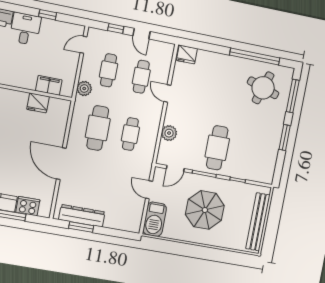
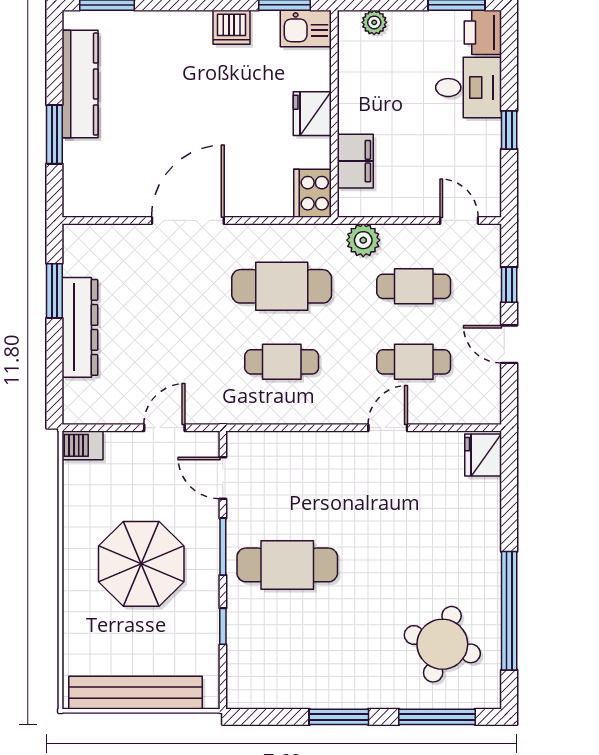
door: (142, 34) -> (509, 344), hinge flipped
fridge: (38, 103) -> (312, 114), moved
plant: (169, 133) -> (300, 448), removed
cooker: (28, 206) -> (313, 193), moved, turned 180
dresser: (82, 216) -> (80, 327), moved
barbecue: (155, 219) -> (82, 445), width x0.53, depth x0.65

